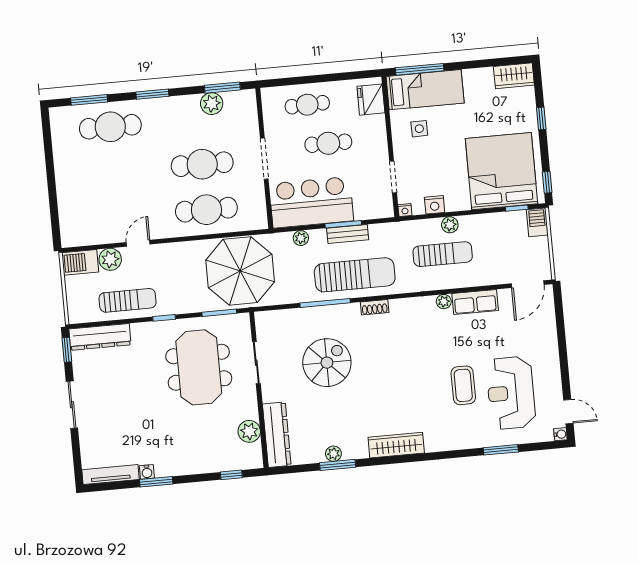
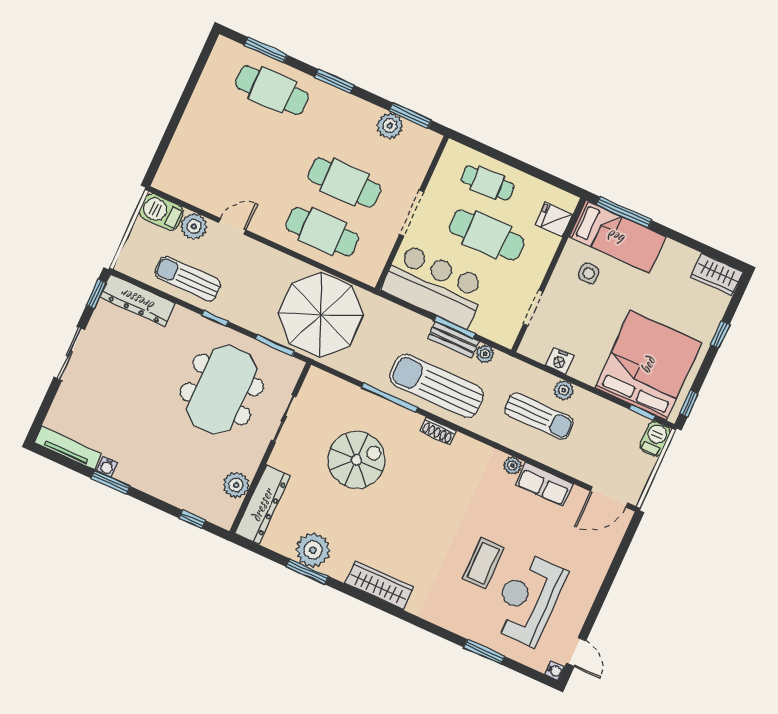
fridge: (371, 100) -> (554, 219), width x0.72
cafe table: (328, 143) -> (487, 235), width x1.37, depth x1.35
nightstand: (405, 210) -> (526, 349), removed
plant: (301, 238) -> (485, 354), moved
sun lounger: (355, 275) -> (436, 386), turned 180
sun lounger: (128, 300) -> (188, 279), turned 180
plant: (333, 454) -> (313, 550), width x1.87, depth x1.87

